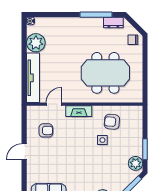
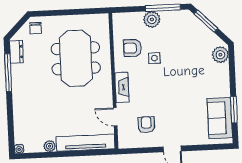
plant: (36, 43) -> (50, 146), width x0.53, depth x0.53
armchair: (112, 122) -> (132, 48), turned 85
window: (145, 149) -> (163, 8), width x1.44
plant: (136, 163) -> (152, 19), moved

